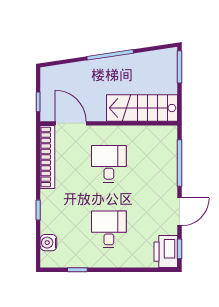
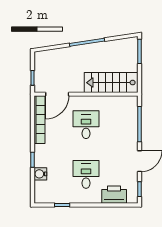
door: (71, 123) -> (57, 94), swing flipped
water cooler: (48, 243) -> (40, 174), moved
printer: (166, 252) -> (114, 195), moved, turned 90

